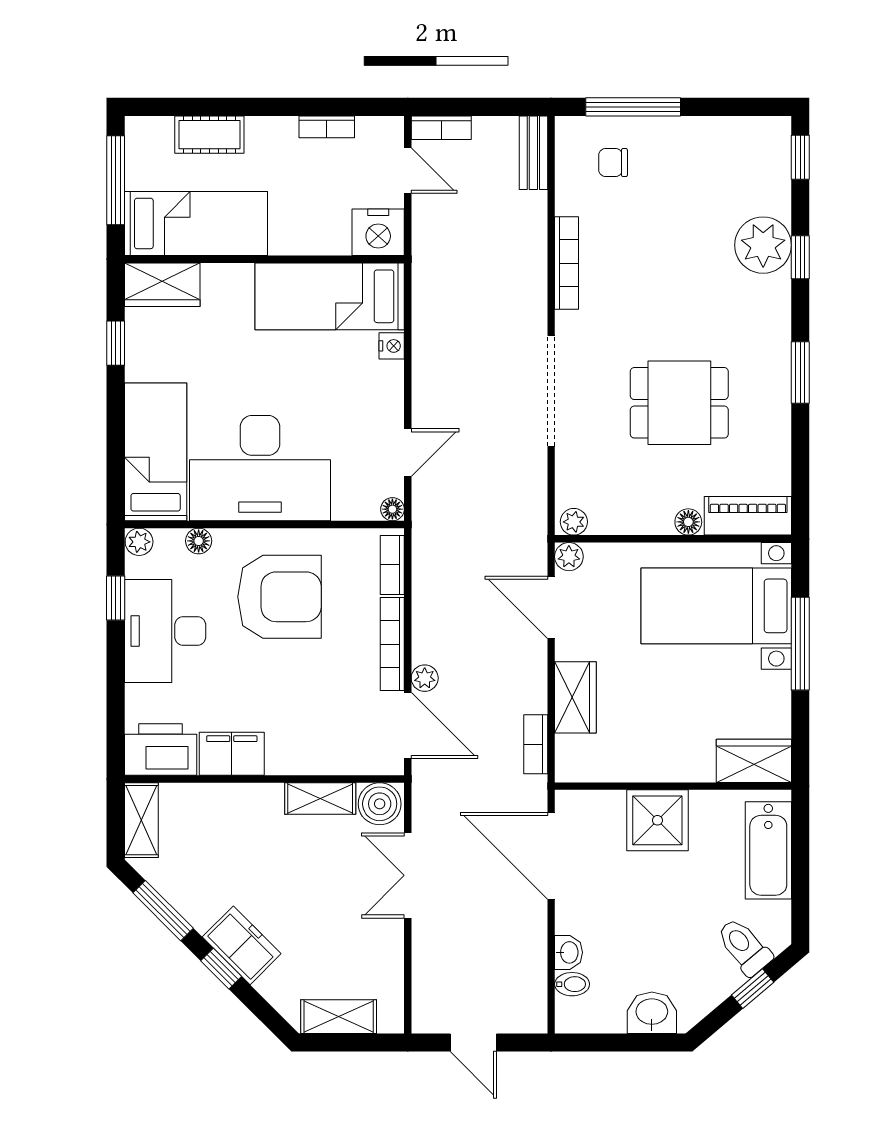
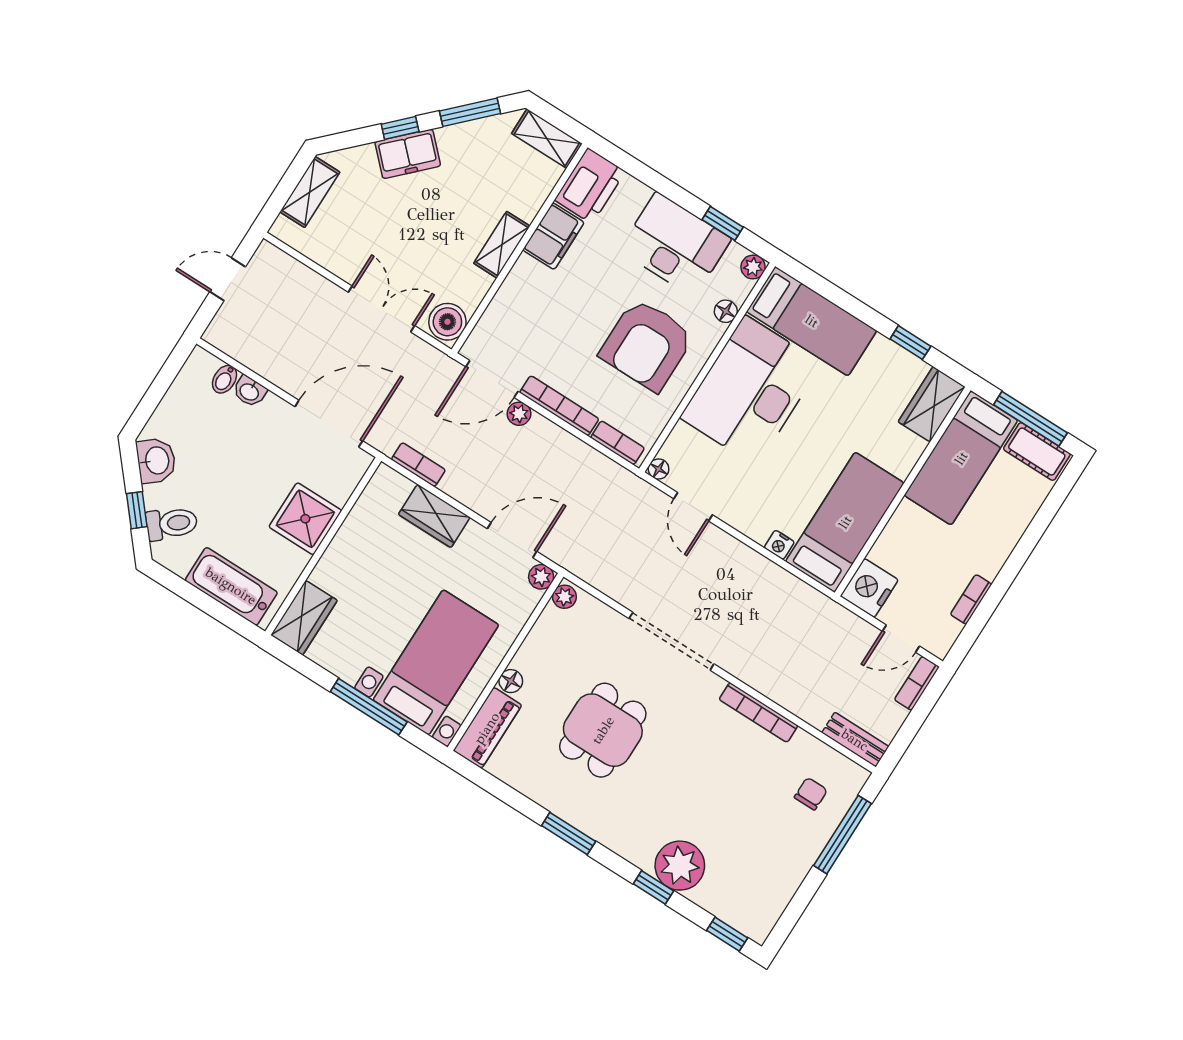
cot: (209, 135) -> (1037, 452), moved, turned 90
shelving: (320, 799) -> (502, 245), moved
washbasin: (652, 1013) -> (156, 461), moved, turned -40

